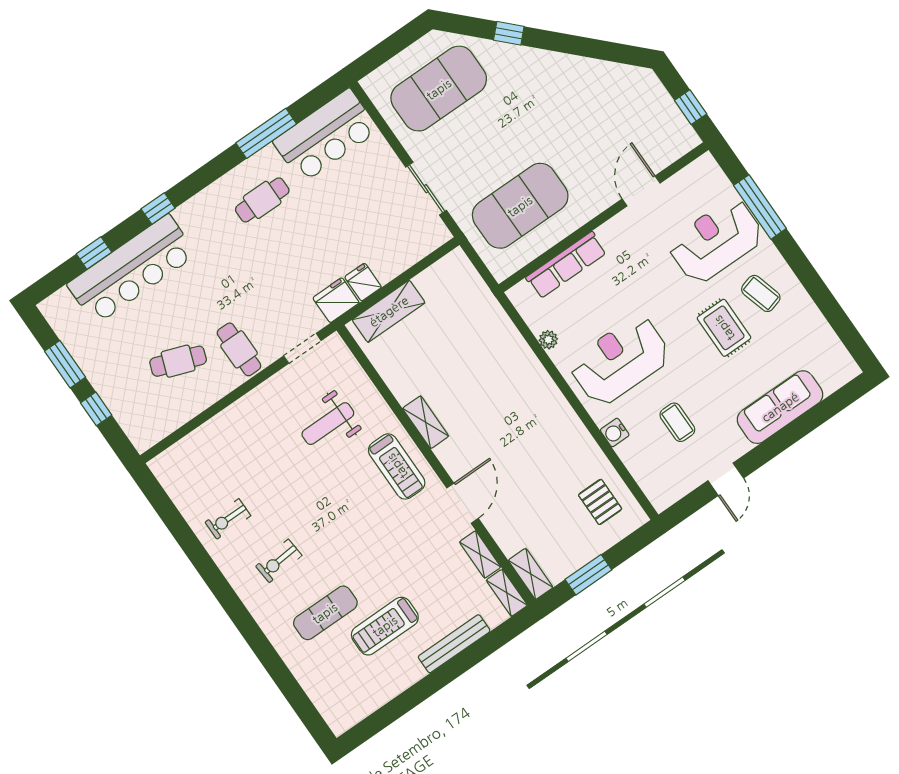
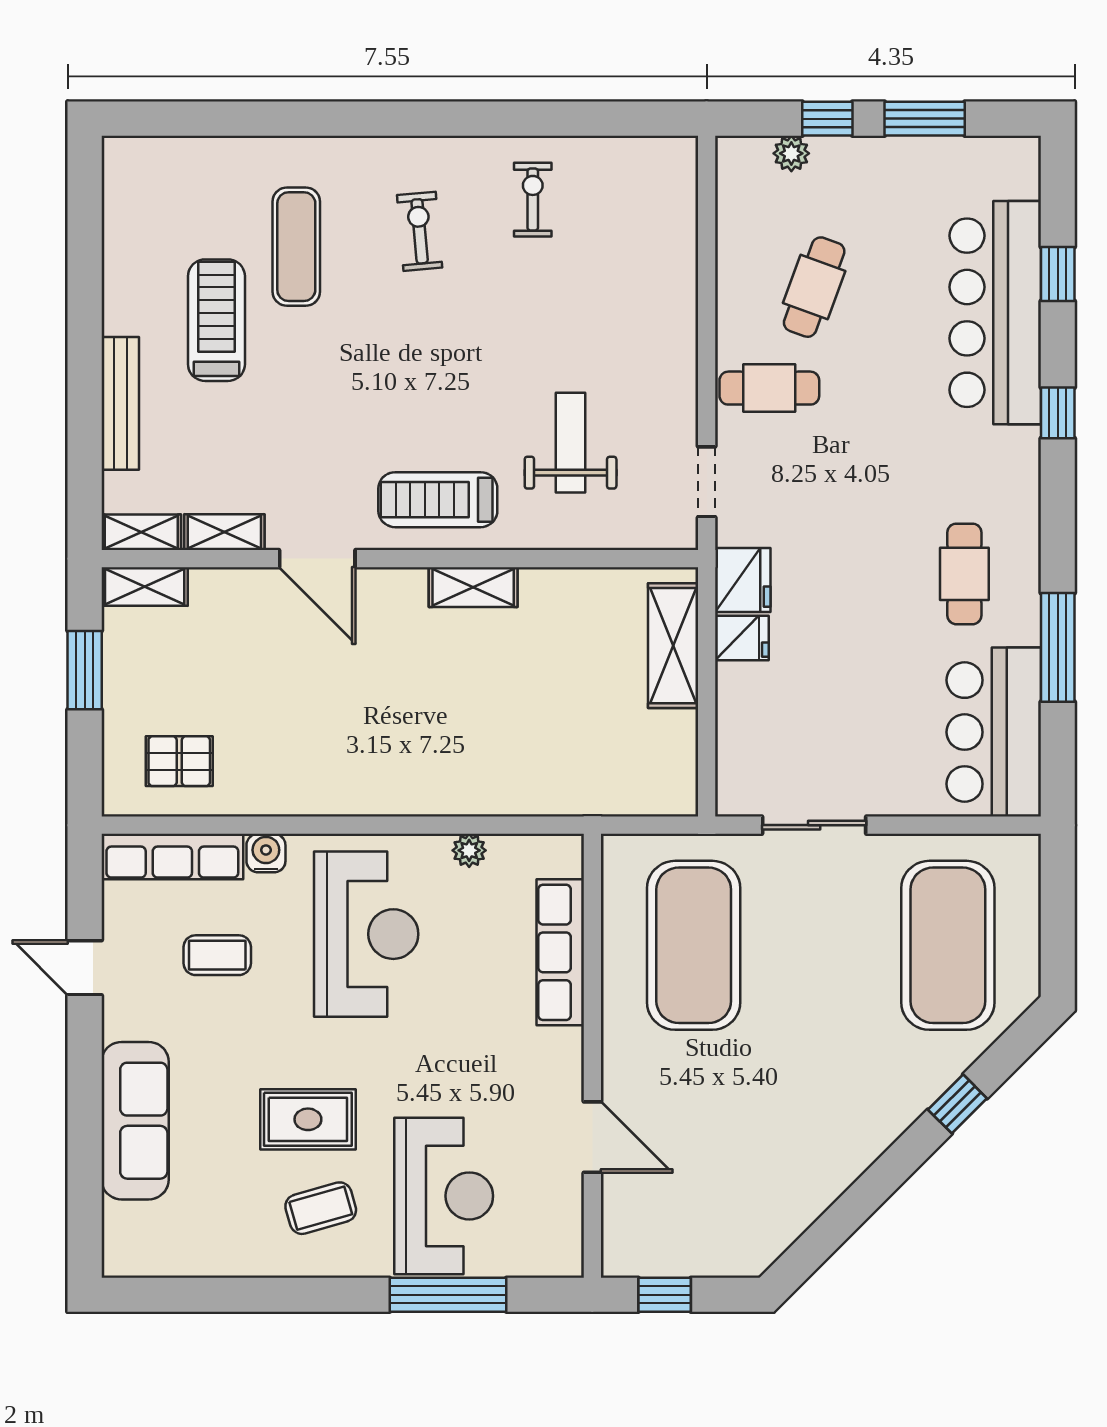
plant: (124, 414) -> (791, 153), added
row of seats: (646, 475) -> (172, 857), added

